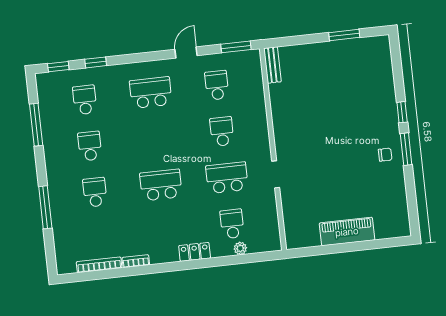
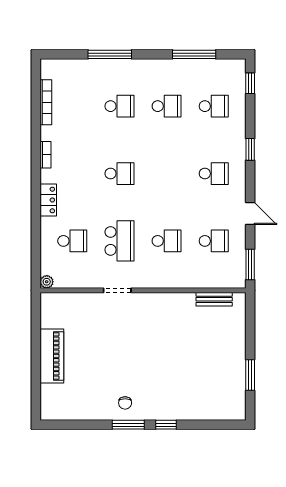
window: (96, 62) -> (250, 149), moved
bench: (272, 65) -> (214, 299), moved
school desk: (151, 93) -> (214, 174), width x0.54
school desk: (161, 185) -> (119, 174), width x0.54
plant: (240, 248) -> (47, 282), moved
bookcase: (136, 261) -> (45, 155), moved

